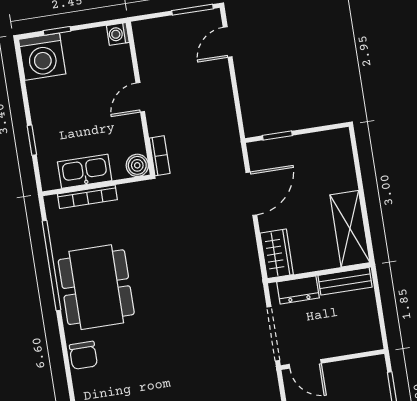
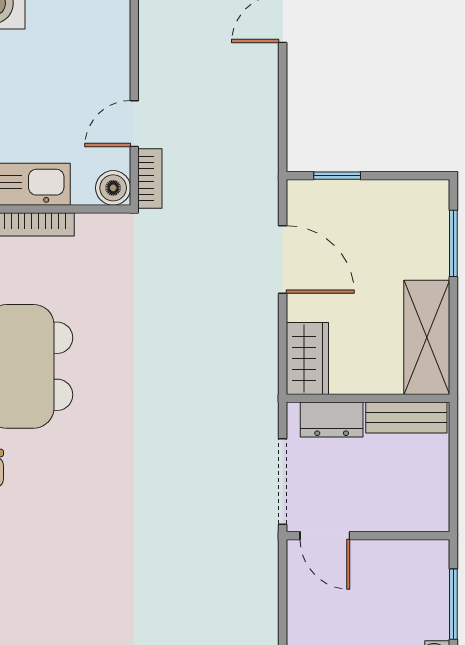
door: (140, 97) -> (134, 124), moved
window: (357, 167) -> (453, 243), added
door: (251, 194) -> (283, 259), hinge flipped

